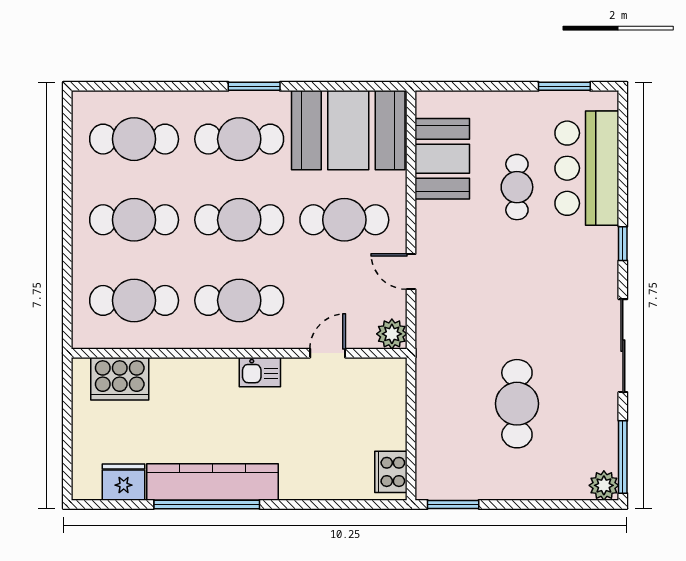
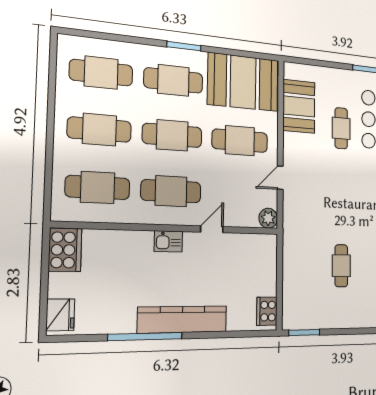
door: (411, 272) -> (280, 178), hinge flipped
door: (328, 353) -> (212, 229), moved
kitchen sink: (260, 372) -> (168, 241), moved
cooker: (120, 379) -> (65, 250), moved, turned -90
cafe table: (517, 404) -> (341, 266), width x0.73, depth x0.74
fridge: (124, 482) -> (60, 315), moved, turned 90
kitchen counter: (212, 482) -> (183, 319), moved

